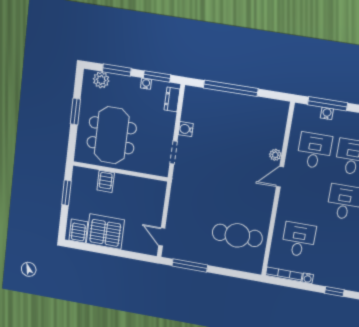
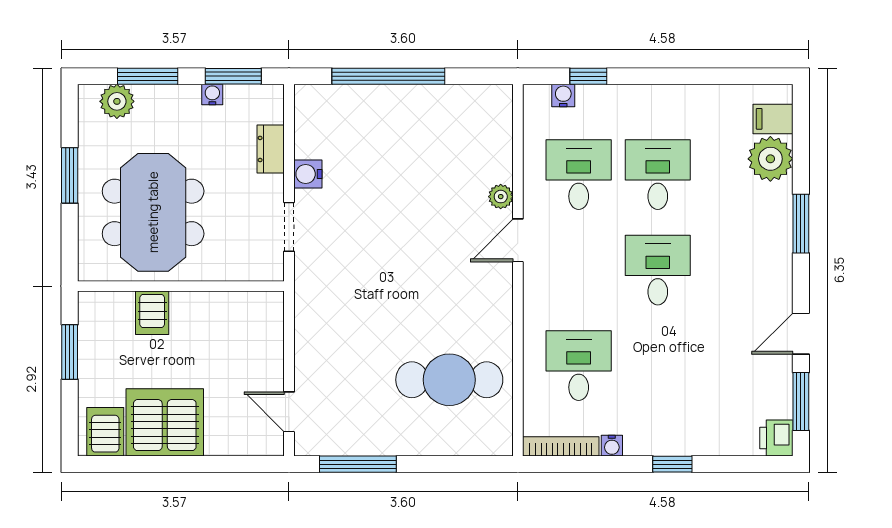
dresser: (172, 99) -> (271, 149), moved
window: (328, 104) -> (588, 76), width x0.46
water cooler: (327, 113) -> (563, 96), moved

